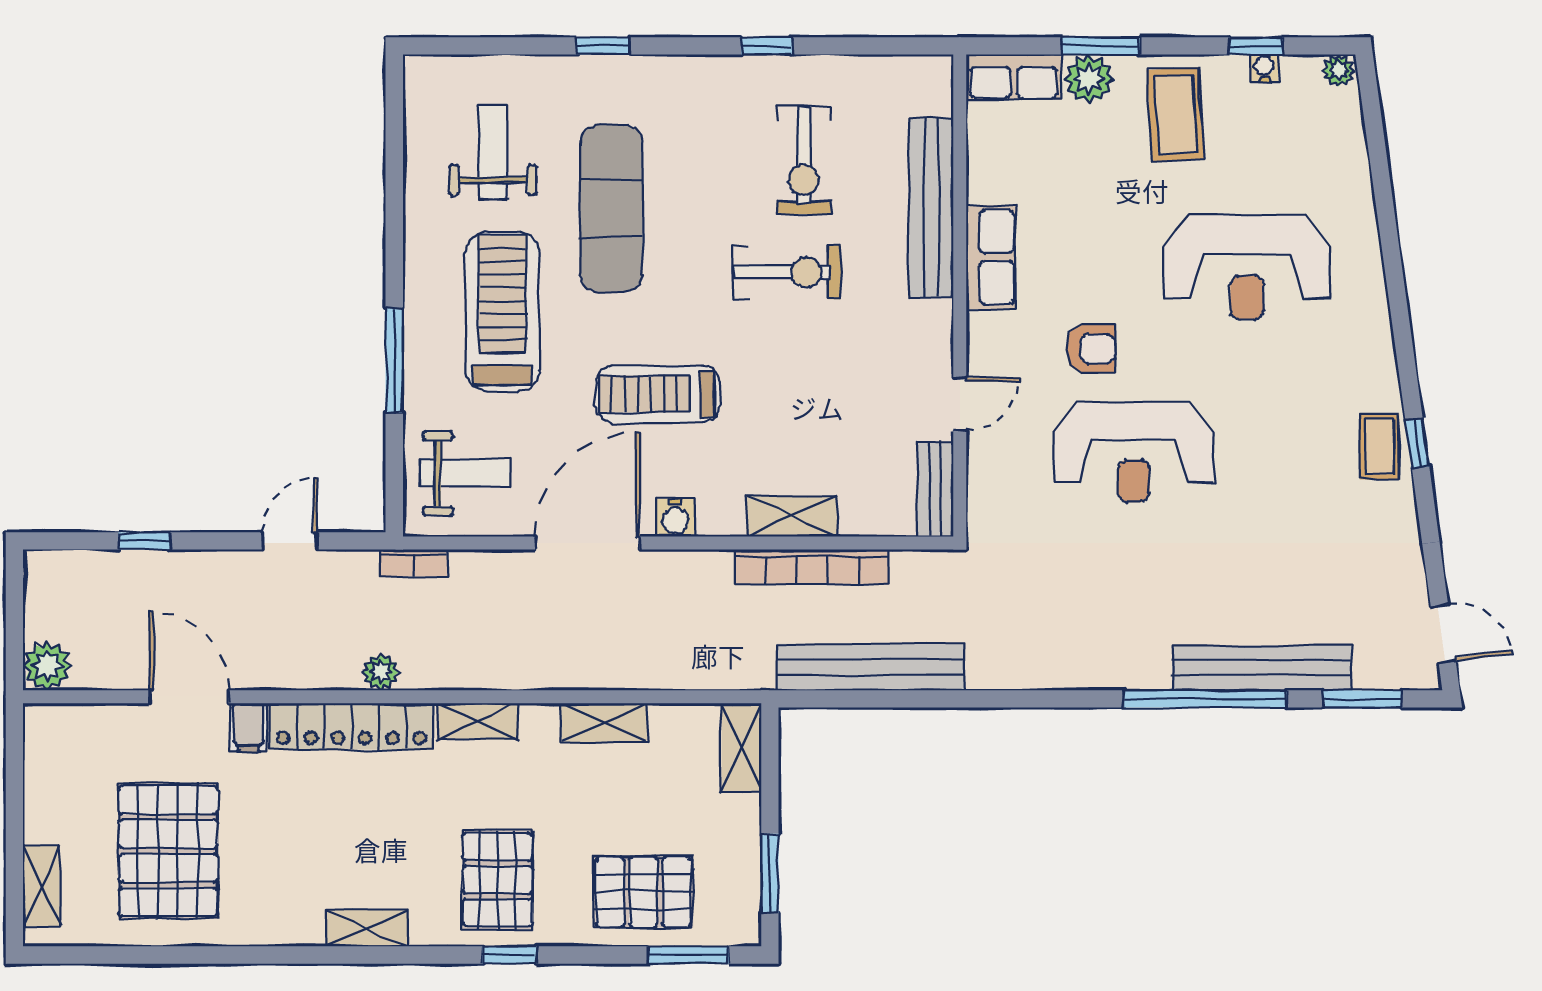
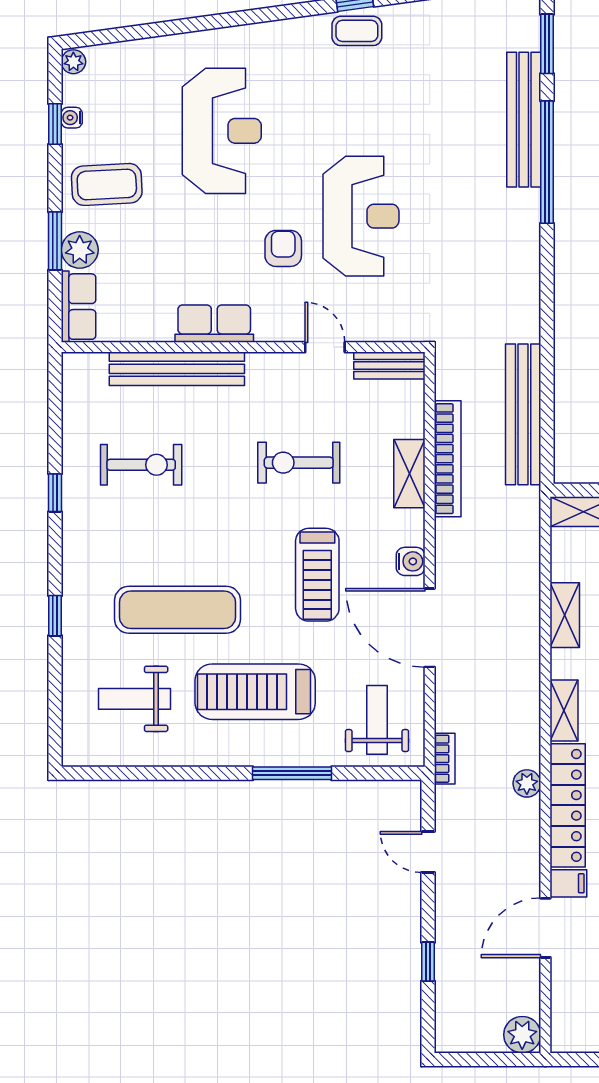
exercise bike: (787, 272) -> (299, 463), moved, turned -90

